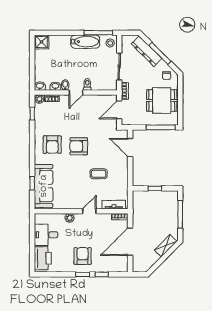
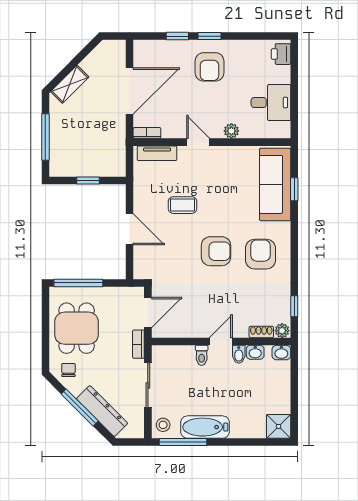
dining table: (162, 100) -> (77, 328), turned 90
door: (130, 148) -> (130, 229), moved
door: (89, 211) -> (198, 142), swing flipped
printer: (43, 258) -> (281, 54), width x0.53, depth x0.68

